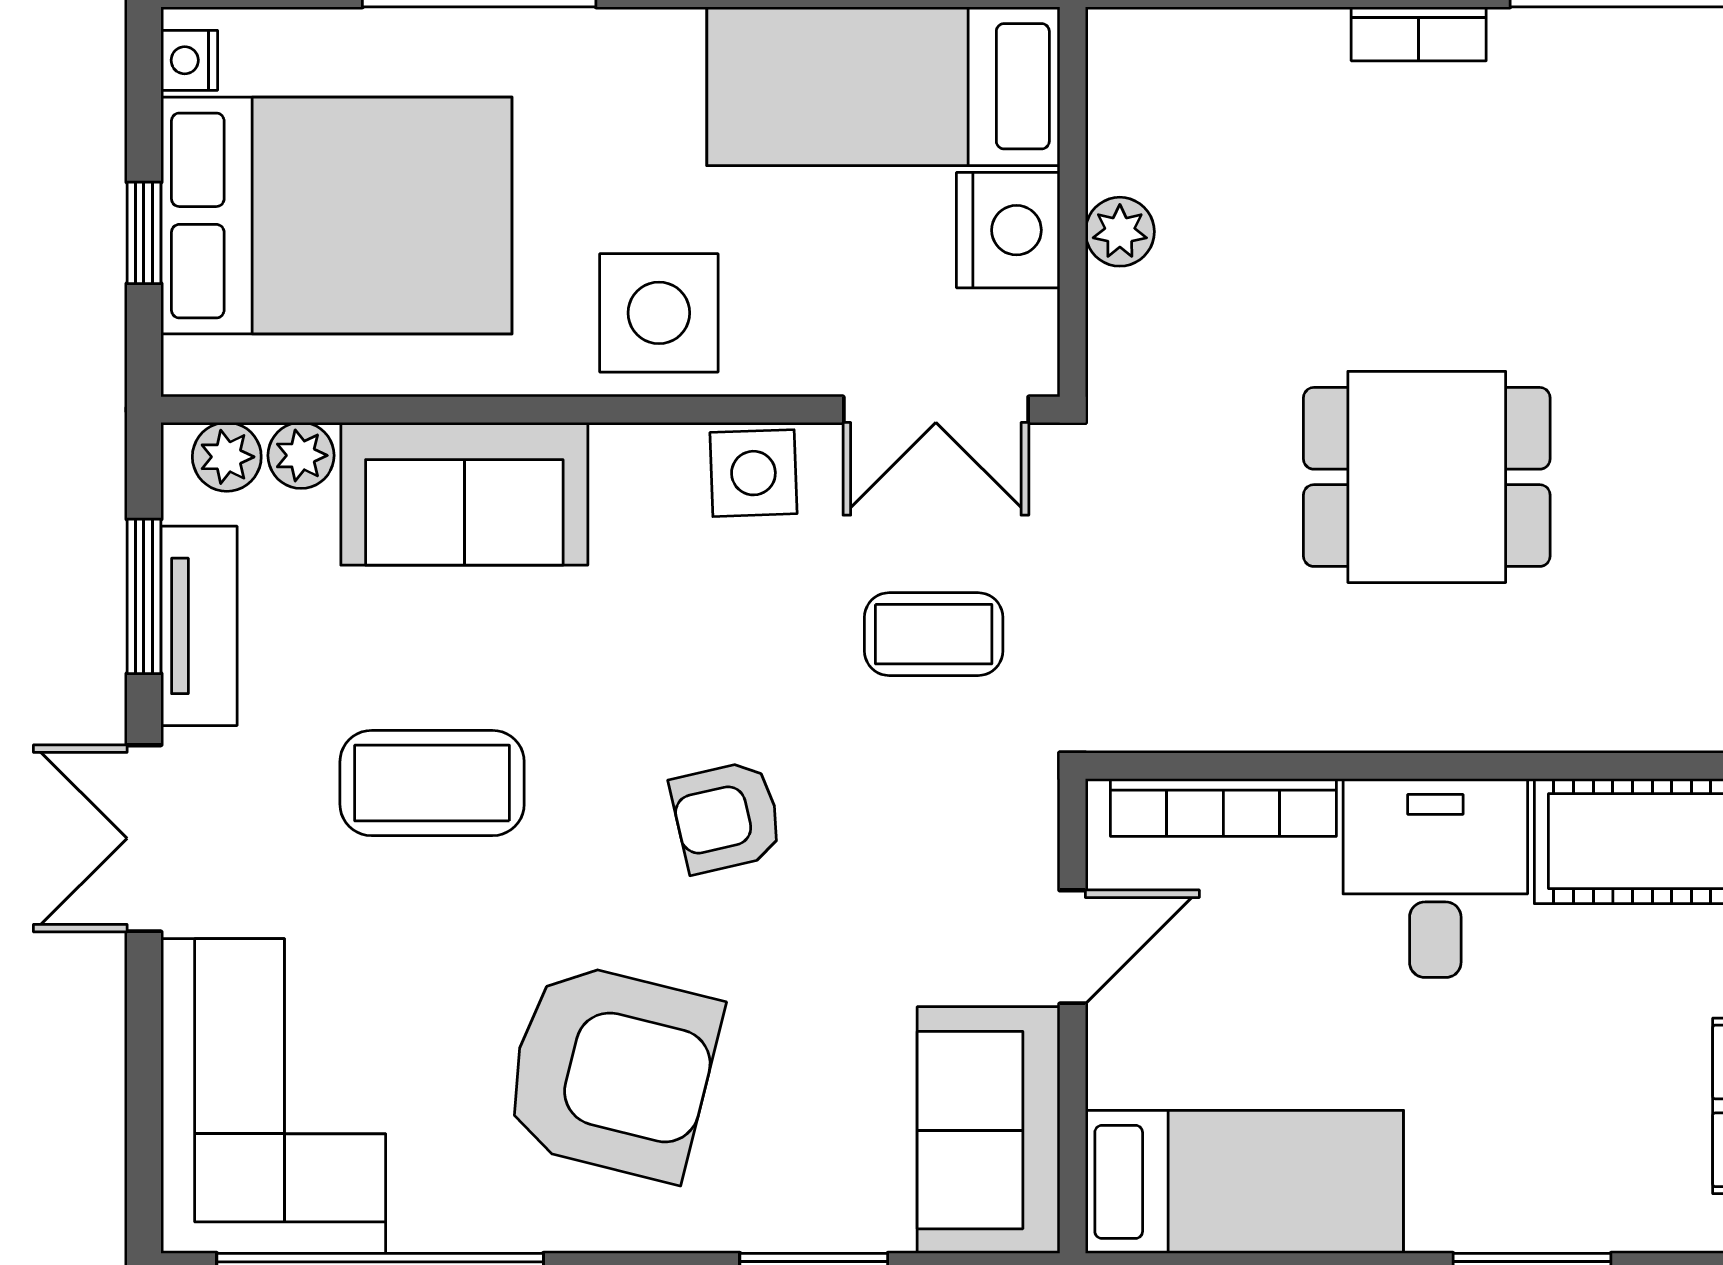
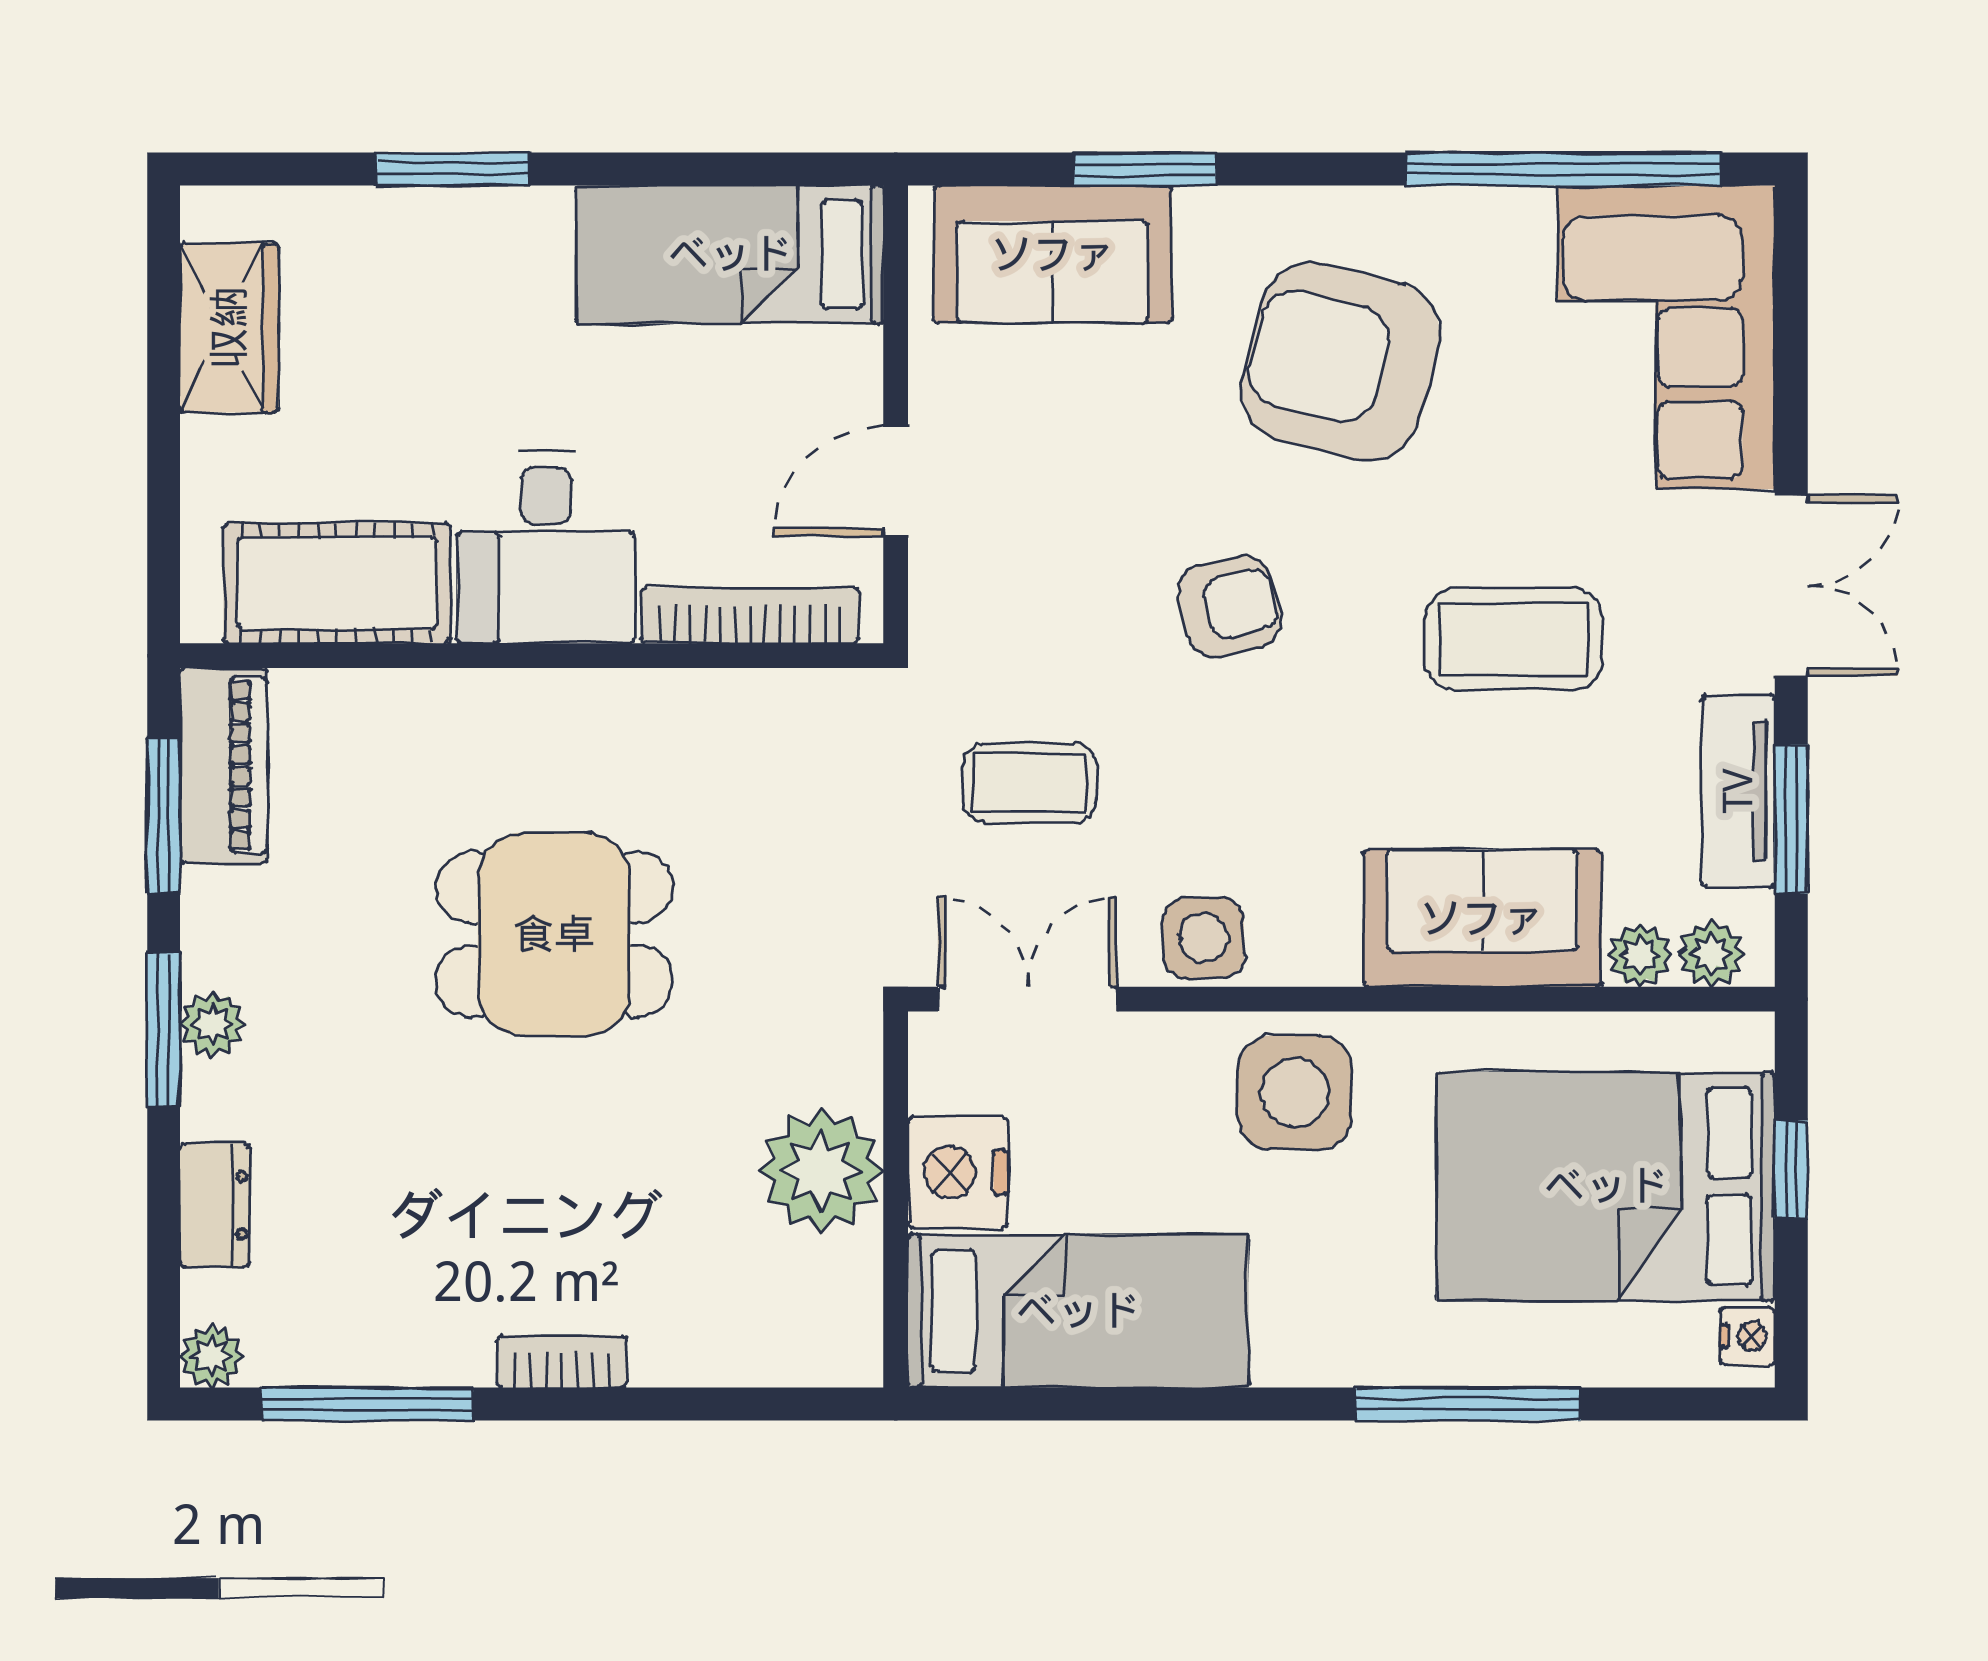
plant: (1120, 232) -> (821, 1171), width x1.87, depth x1.87
sofa: (989, 1130) -> (1053, 254), moved, turned 90

